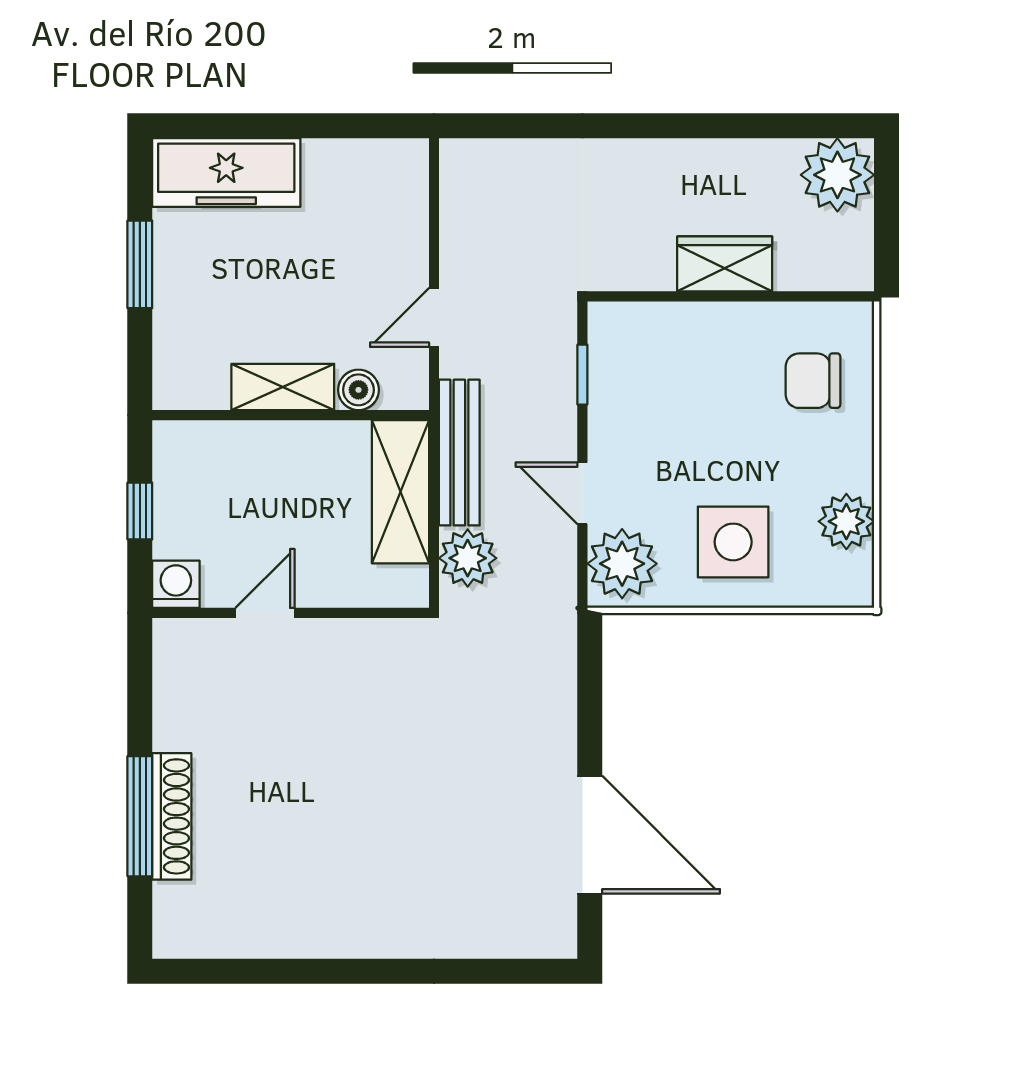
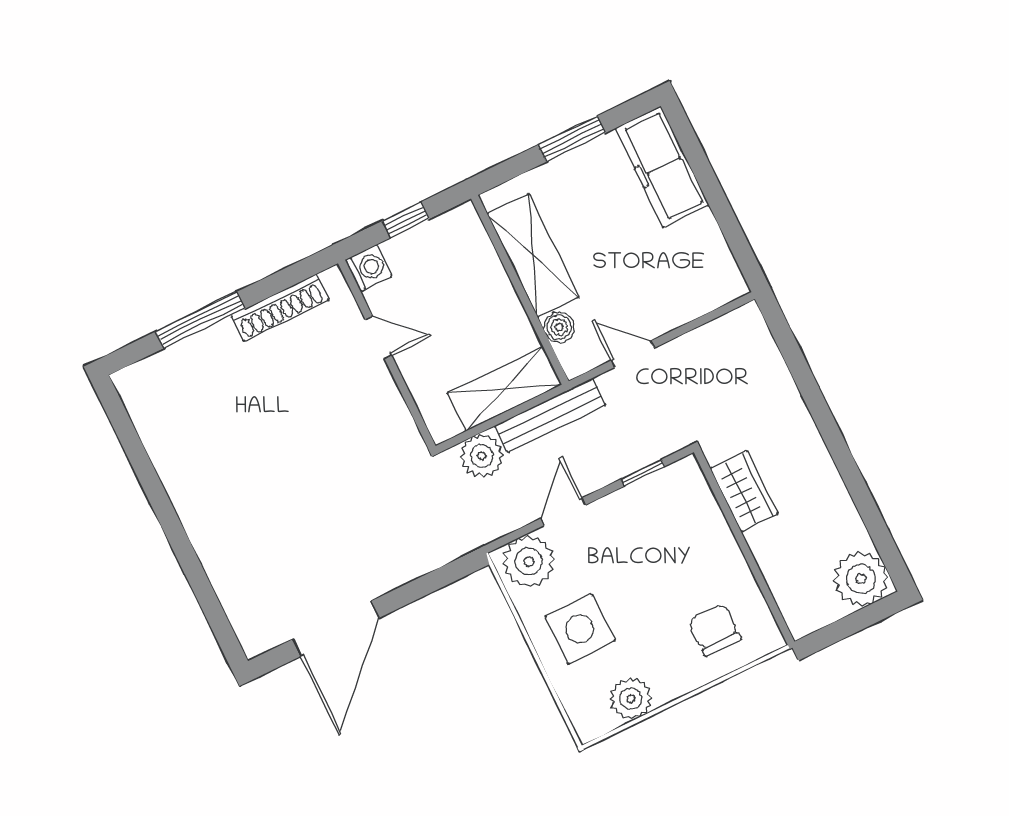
wardrobe: (725, 264) -> (744, 491), moved
shelving: (283, 387) -> (533, 255), width x1.50, depth x1.33
shoe rack: (172, 816) -> (280, 308), moved

